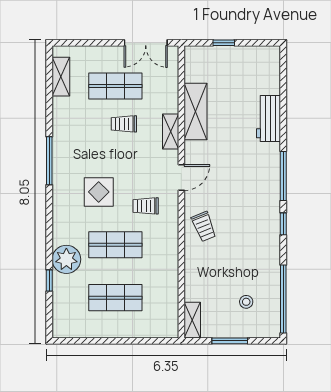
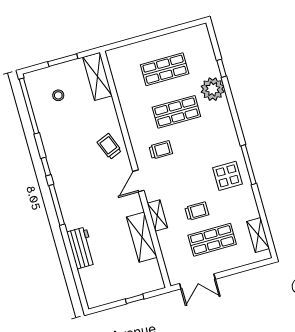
double door: (146, 43) -> (197, 281), swing flipped
display table: (99, 192) -> (227, 176), moved
shelving: (192, 320) -> (97, 76), width x1.50, depth x1.33

